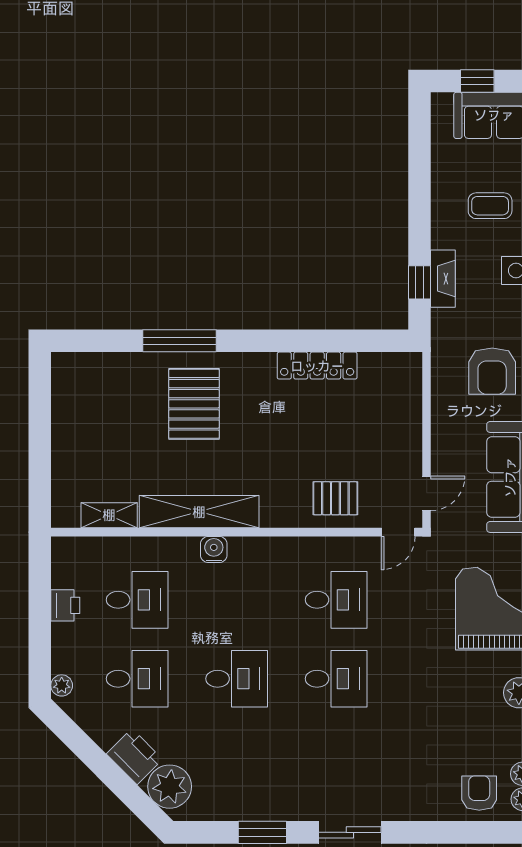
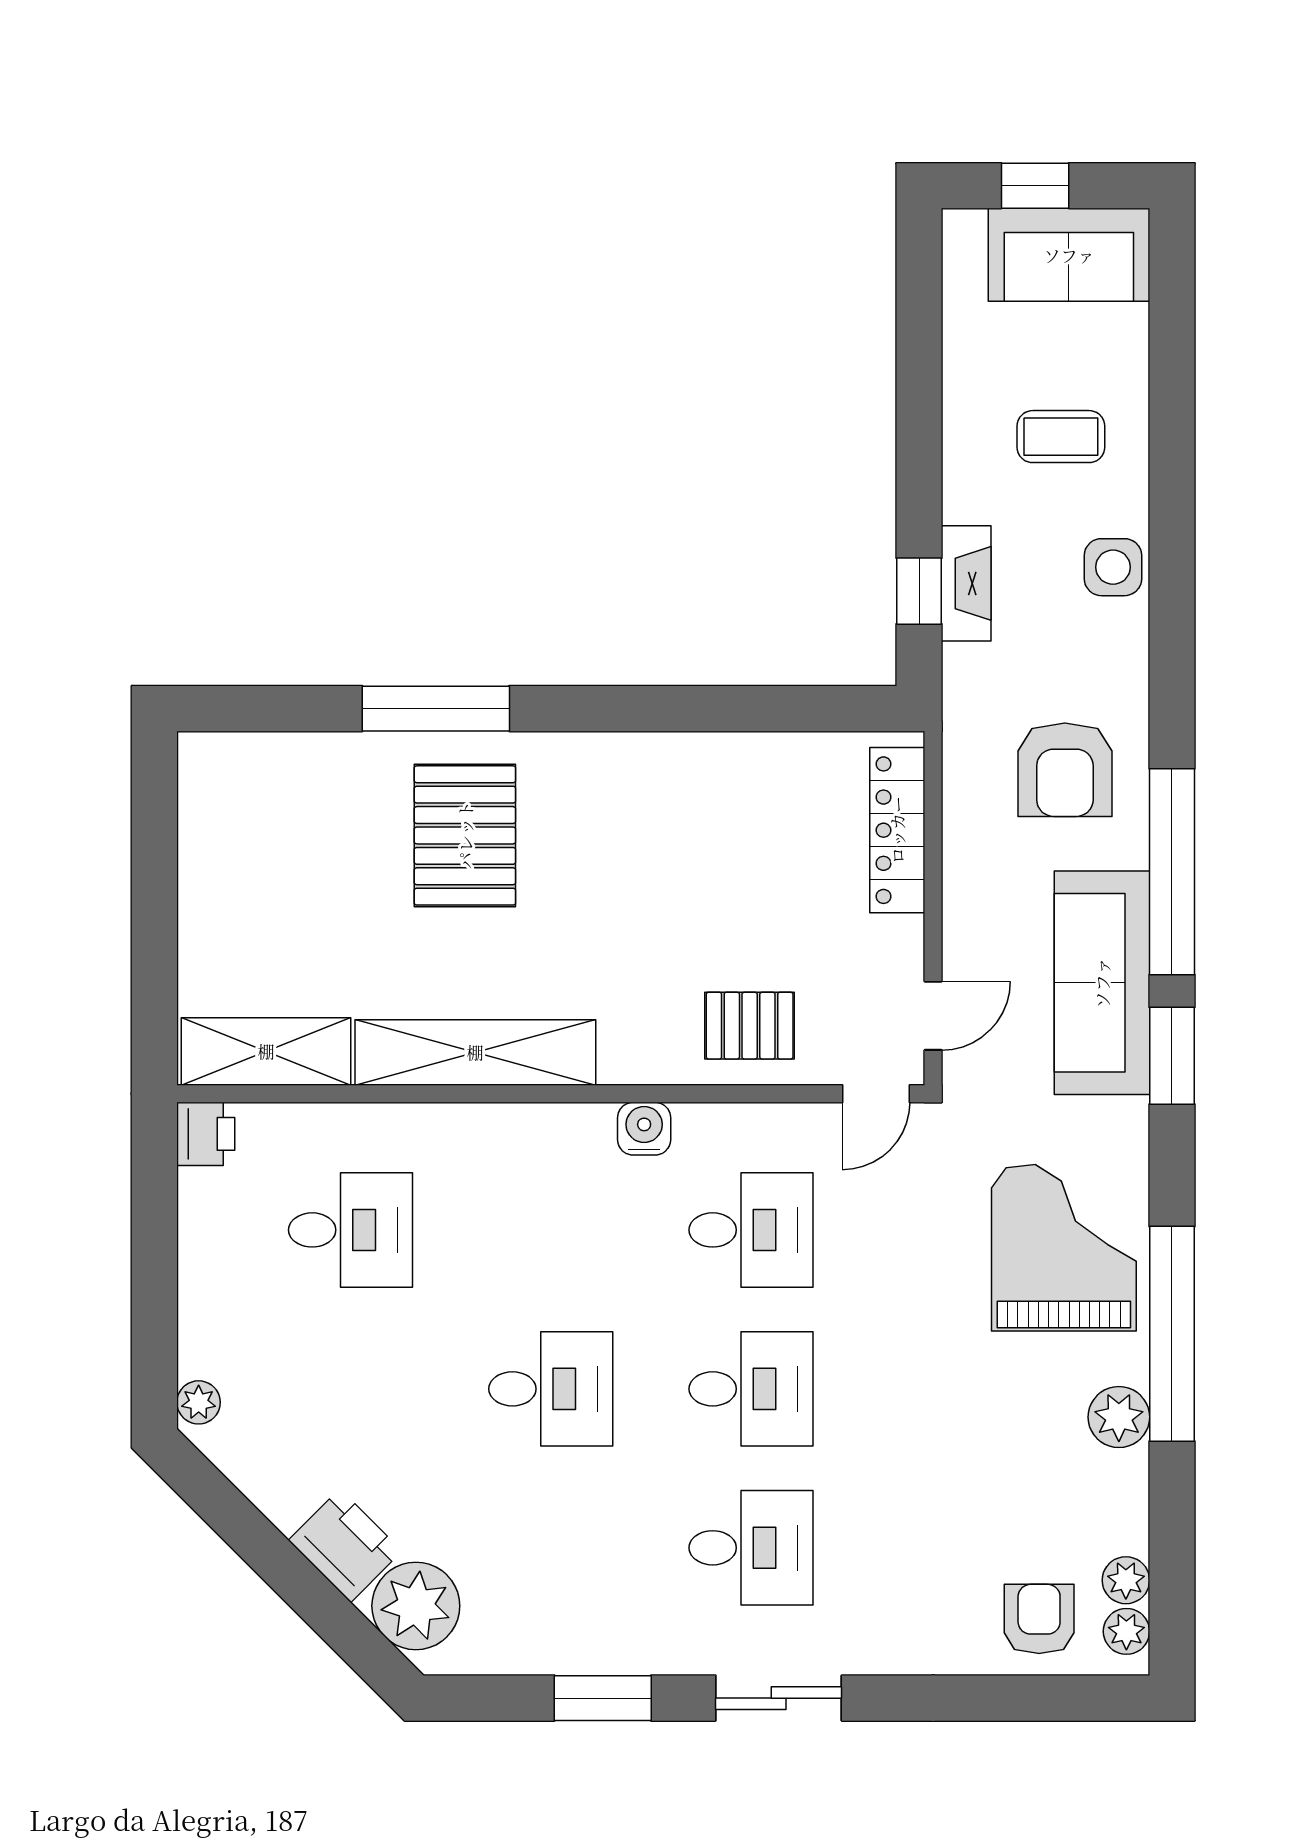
locker: (317, 366) -> (897, 830), moved, turned 90
shelving: (109, 515) -> (266, 1051), width x1.50, depth x1.33
water cooler: (214, 549) -> (644, 1129), moved
printer: (65, 605) -> (206, 1134), moved
desk: (137, 679) -> (751, 1548), moved

